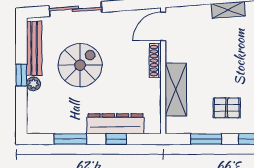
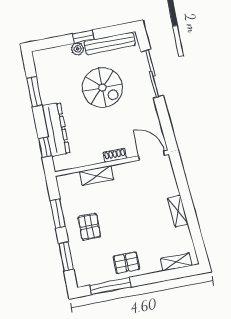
shoe rack: (155, 61) -> (115, 155), width x0.70
shelving: (176, 90) -> (97, 175), width x0.67, depth x0.75
window: (116, 139) -> (45, 147), moved

